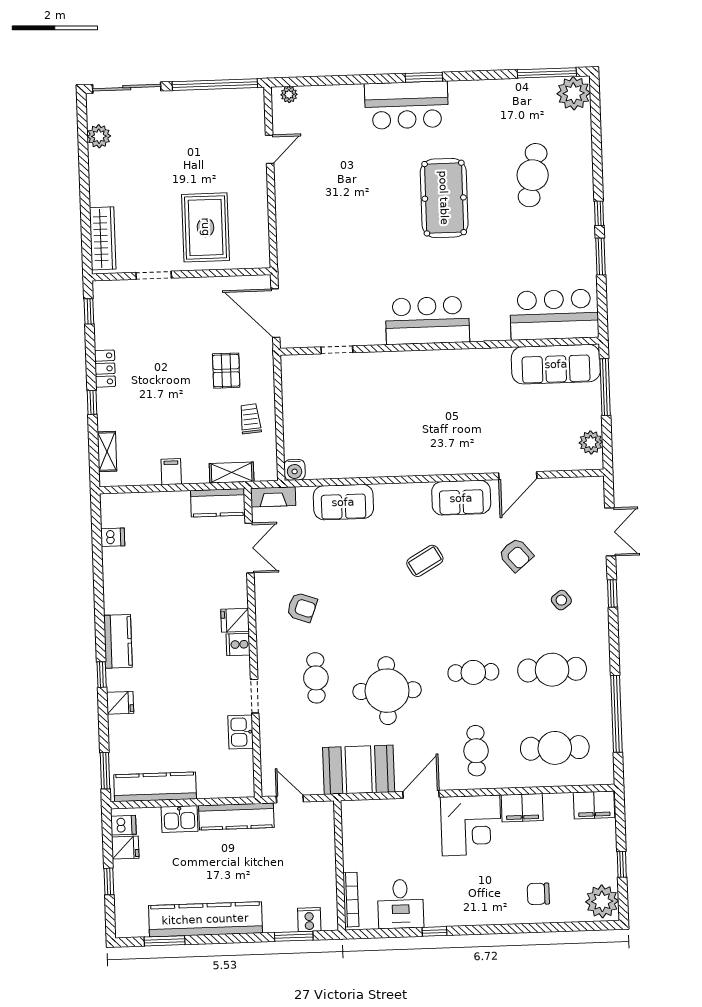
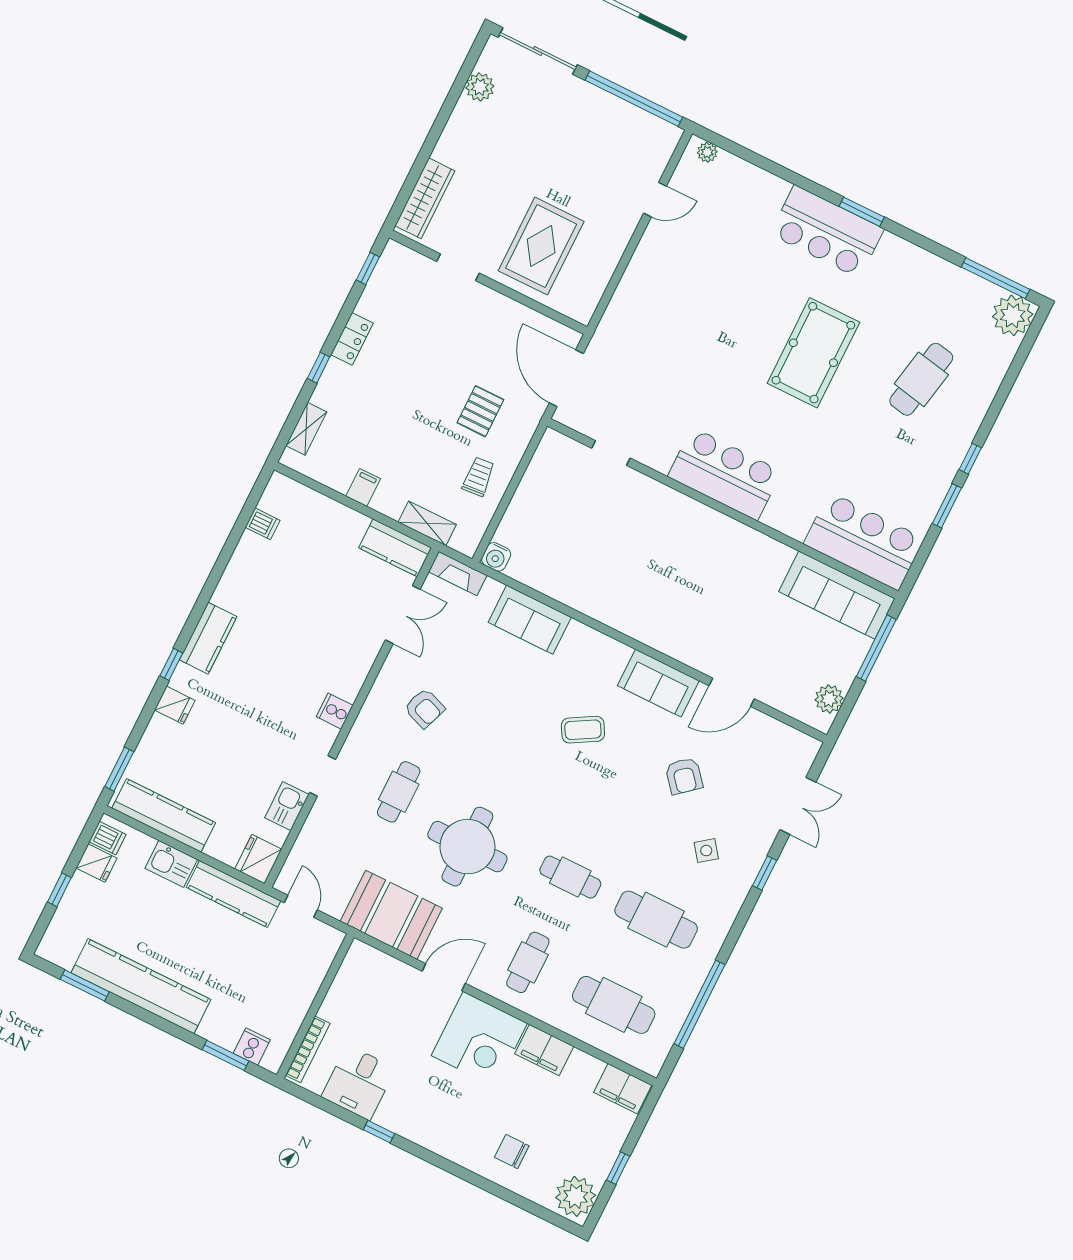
fridge: (235, 620) -> (258, 859), moved, width x1.38

